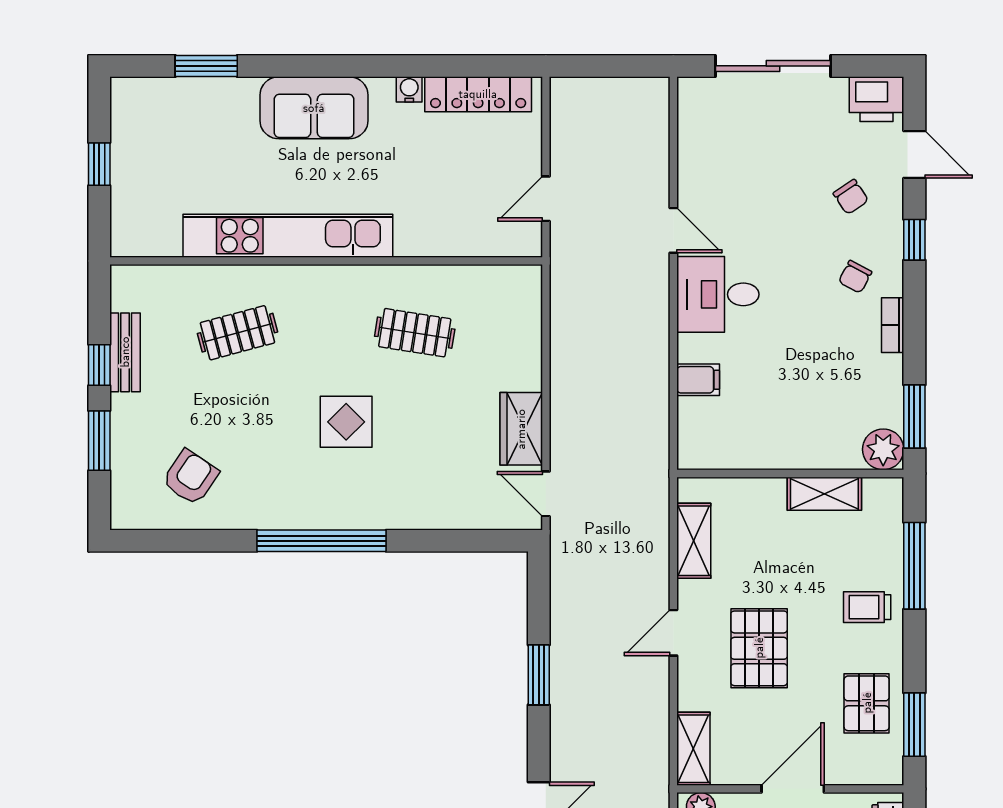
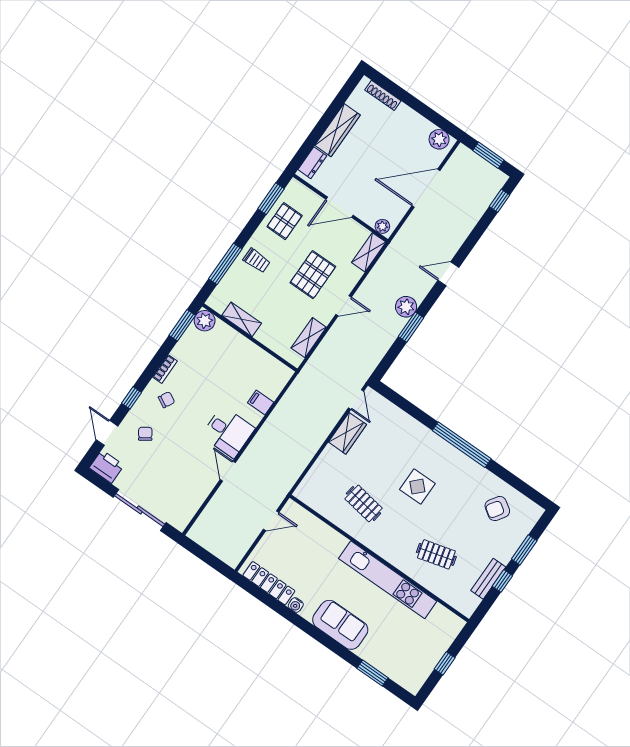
plant: (570, 702) -> (406, 307), added

